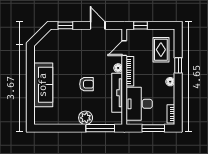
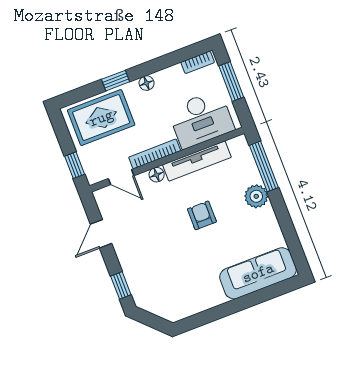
rug: (161, 50) -> (101, 118), width x1.36, depth x1.43
sofa: (43, 85) -> (258, 273), moved

